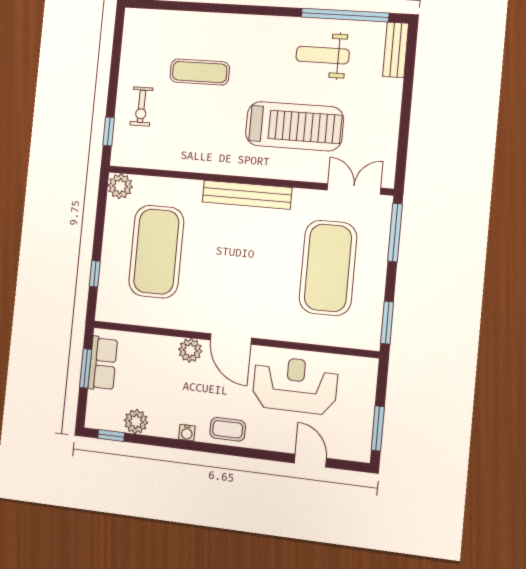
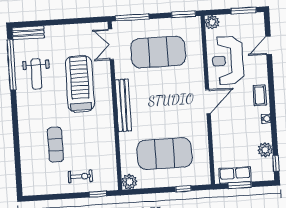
plant: (190, 350) -> (212, 22), moved

